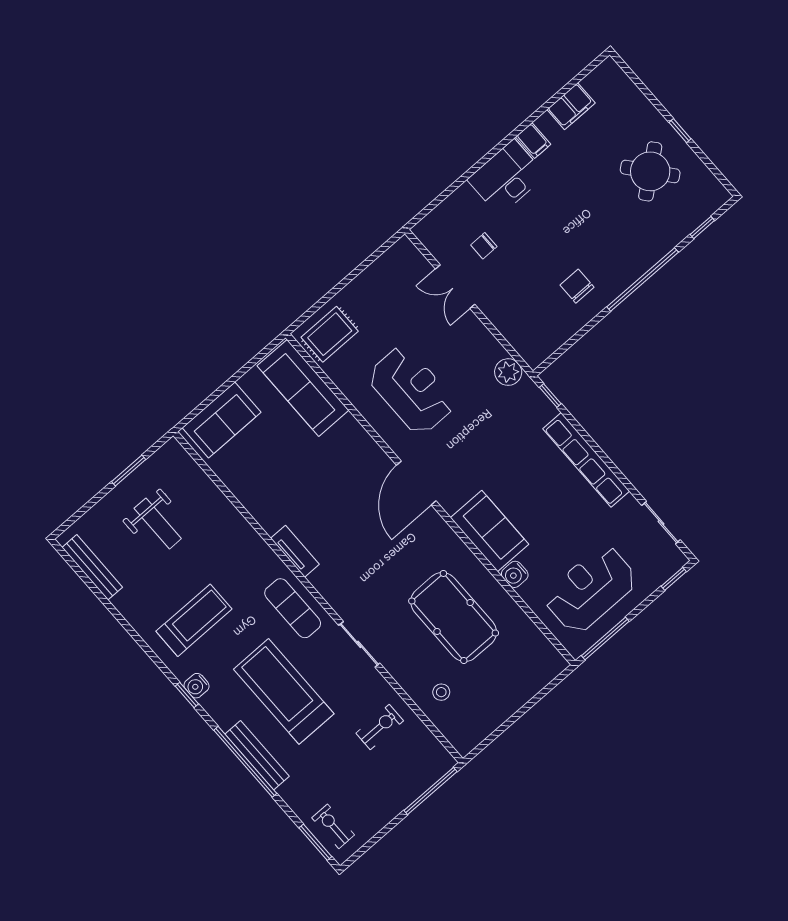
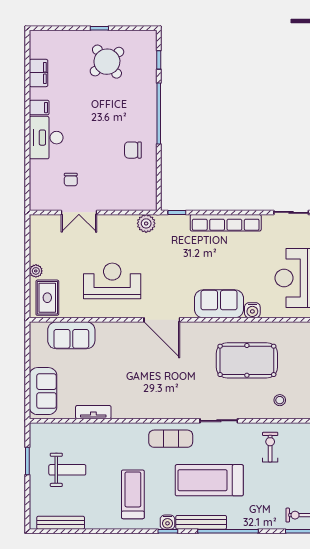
plant: (348, 295) -> (36, 271), added
sofa: (303, 388) -> (71, 335), width x0.73
tv unit: (295, 551) -> (93, 412), moved
bench: (257, 755) -> (201, 522), moved

